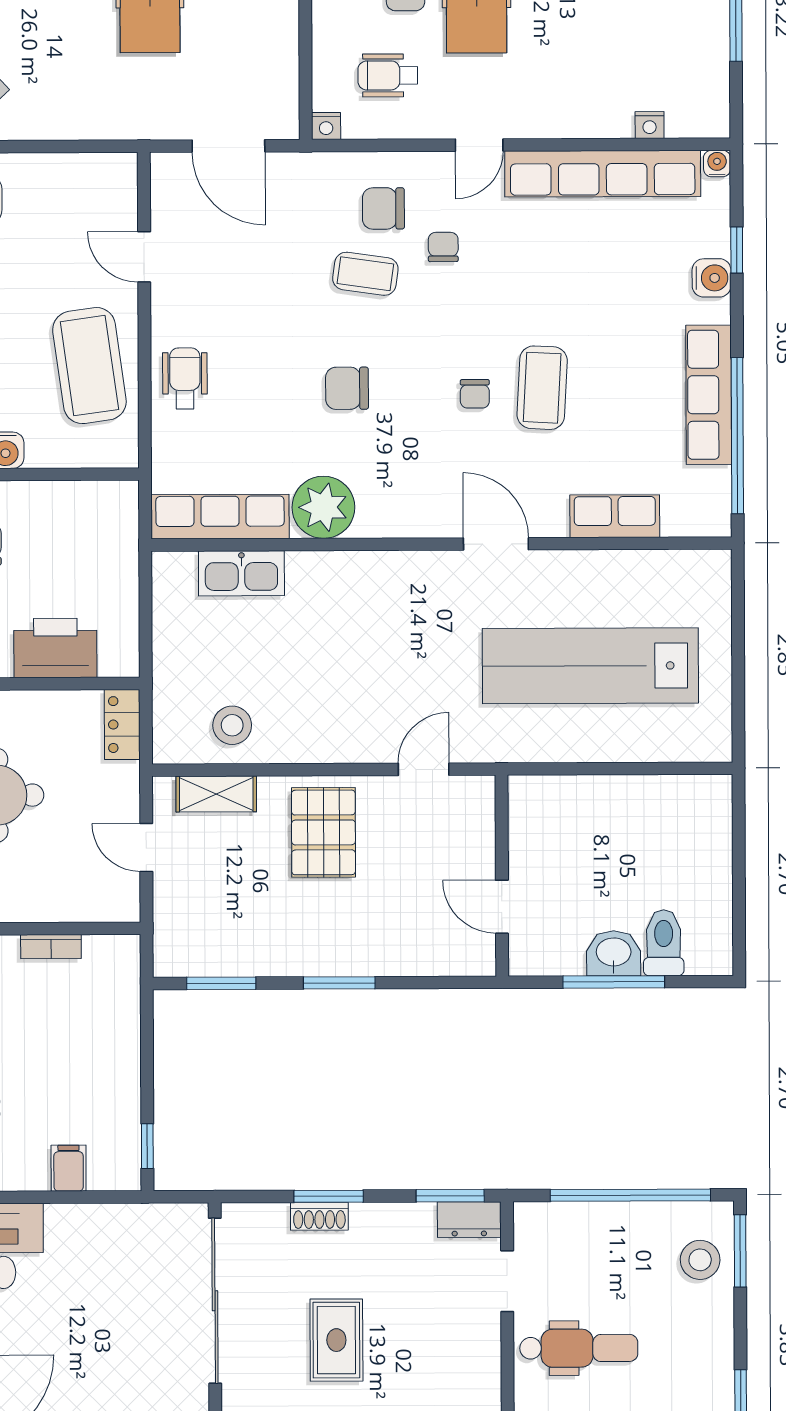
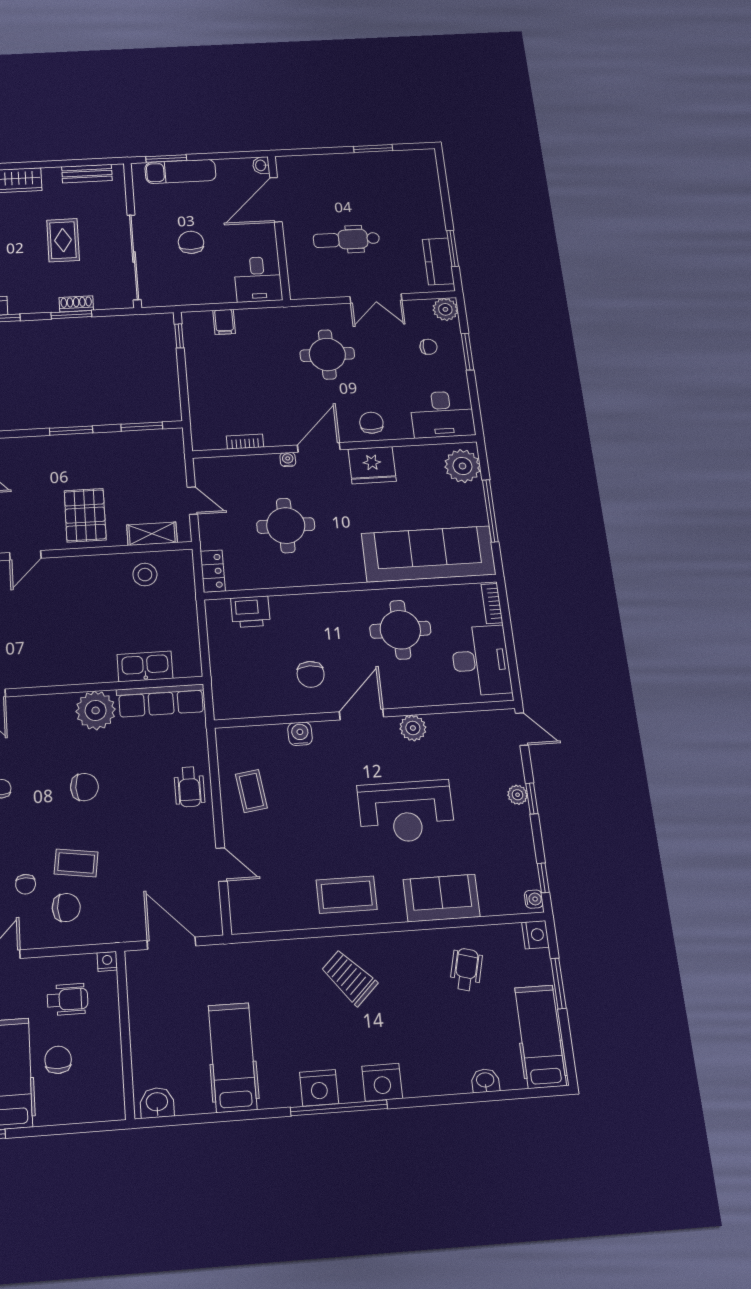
coffee table: (89, 366) -> (251, 791), width x0.54, depth x0.58
printer: (55, 648) -> (250, 612), width x0.73, depth x0.84
chair: (114, 1324) -> (191, 242), added

